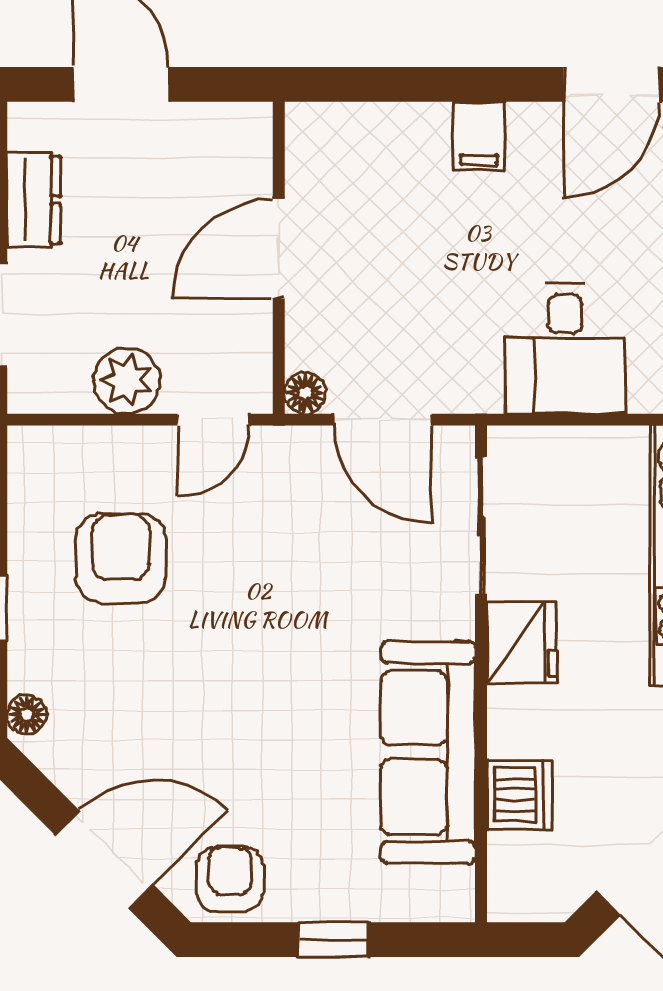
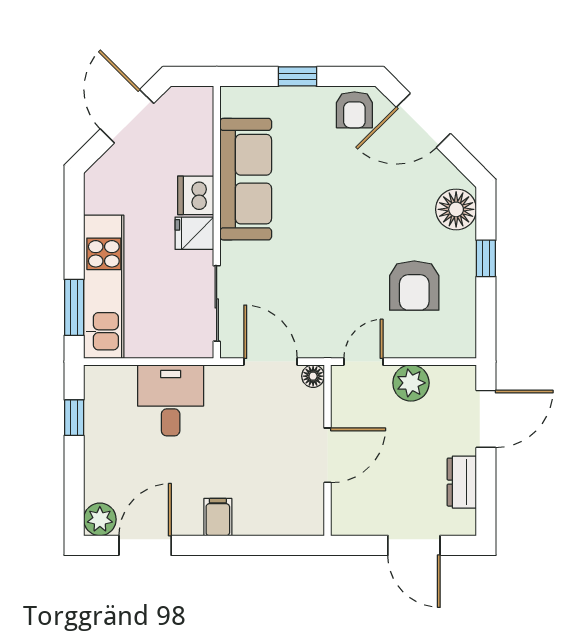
fridge: (522, 642) -> (194, 233), width x0.72
floor lamp: (27, 715) -> (456, 209), width x1.89, depth x1.89
dishwasher: (520, 795) -> (196, 195), moved

